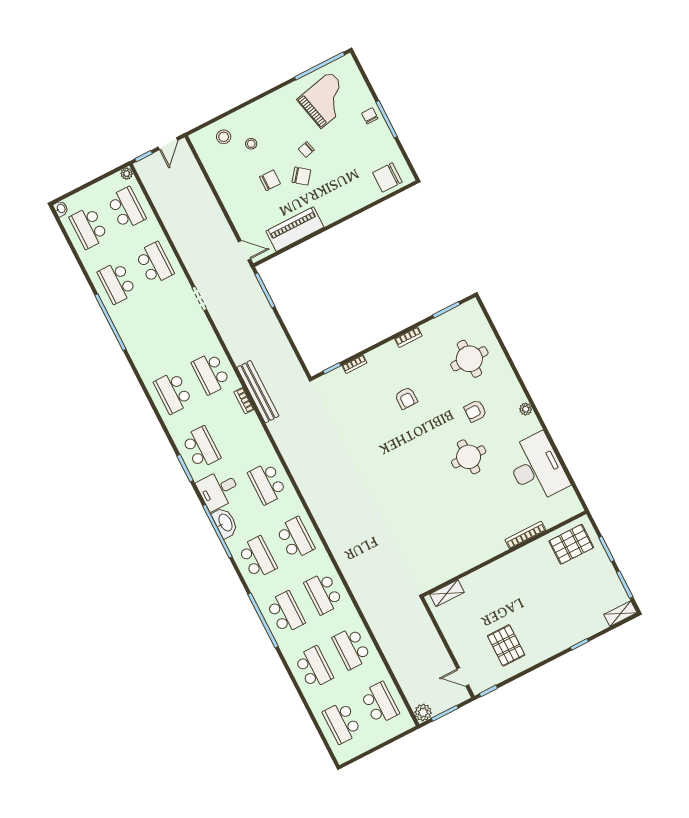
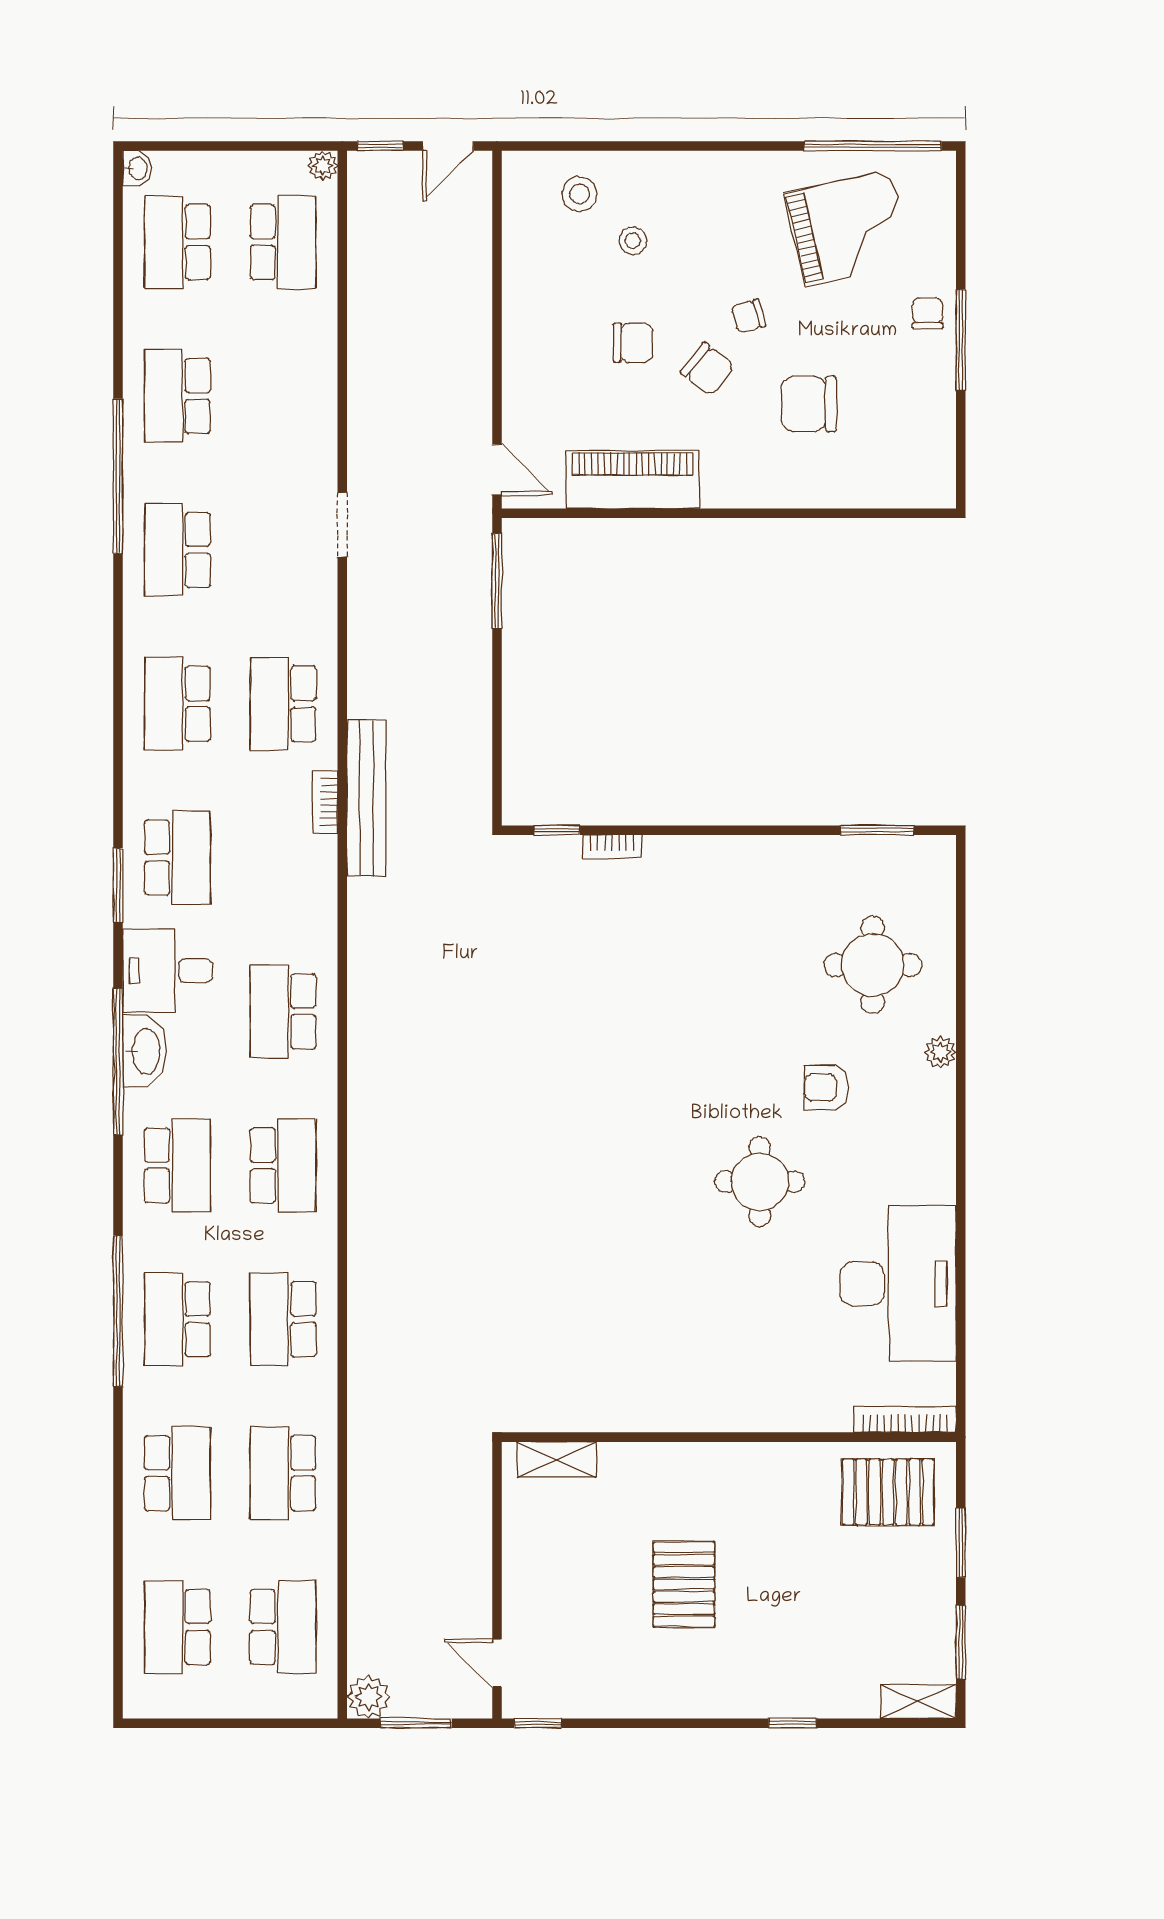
chair: (387, 177) -> (809, 404), moved
school desk: (155, 263) -> (177, 550), moved, turned 180
bookcase: (408, 337) -> (762, 848), removed
armchair: (406, 398) -> (688, 980), removed
plant: (526, 409) -> (940, 1052), moved
bookcase: (525, 535) -> (905, 1419), moved
school desk: (286, 613) -> (177, 1319), turned 180
pallet: (506, 645) -> (684, 1584), moved

